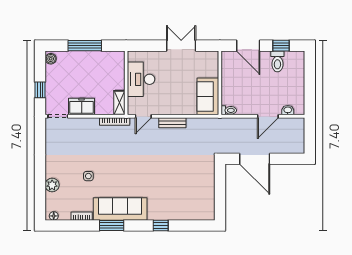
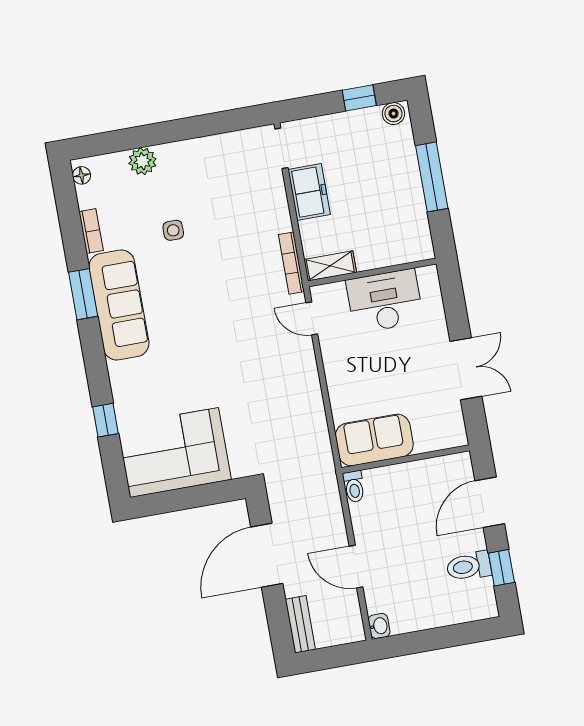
window: (40, 90) -> (359, 98), moved
washbasin: (288, 110) -> (379, 626), moved
bench: (172, 123) -> (300, 624), moved
corner sofa: (197, 195) -> (174, 453), added
window: (161, 225) -> (105, 420), moved

